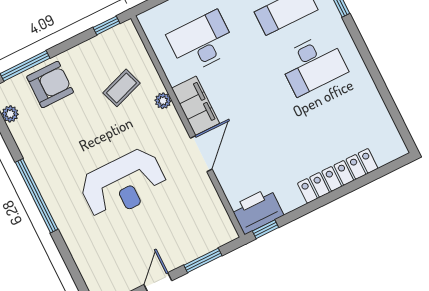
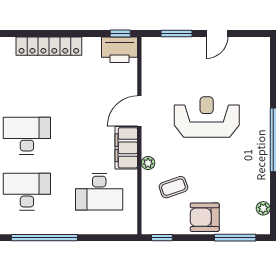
armchair: (50, 84) -> (205, 217), moved

